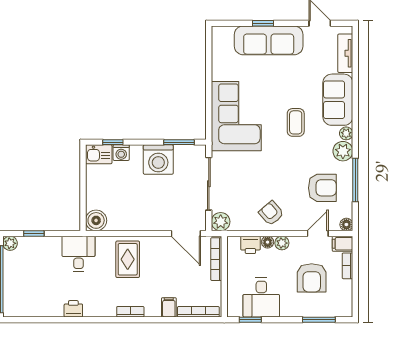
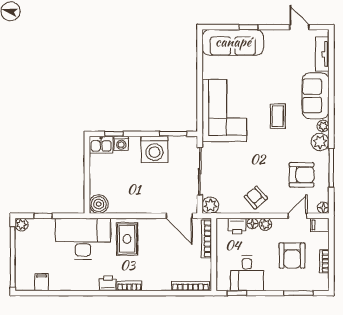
sofa: (269, 40) -> (233, 42), moved
desk: (78, 254) -> (83, 239), width x1.87, depth x1.30
bookcase: (348, 266) -> (324, 261), moved
filing cabinet: (169, 307) -> (42, 282), moved
printer: (73, 309) -> (108, 283), moved

